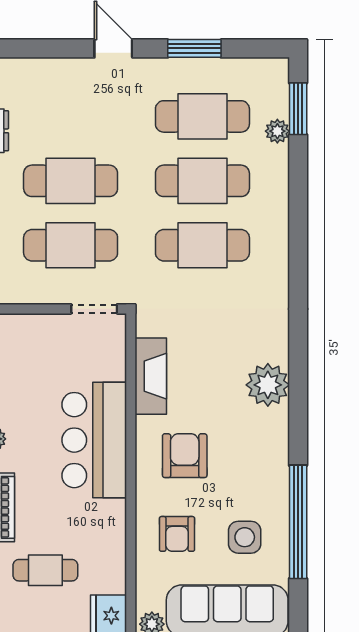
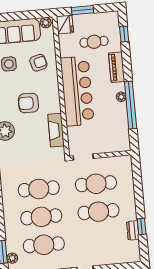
plant: (277, 131) -> (12, 258), moved
bar counter: (94, 440) -> (77, 91), width x1.36
armchair: (185, 456) -> (28, 103), moved, turned 90
armchair: (177, 534) -> (38, 63), turned 75

